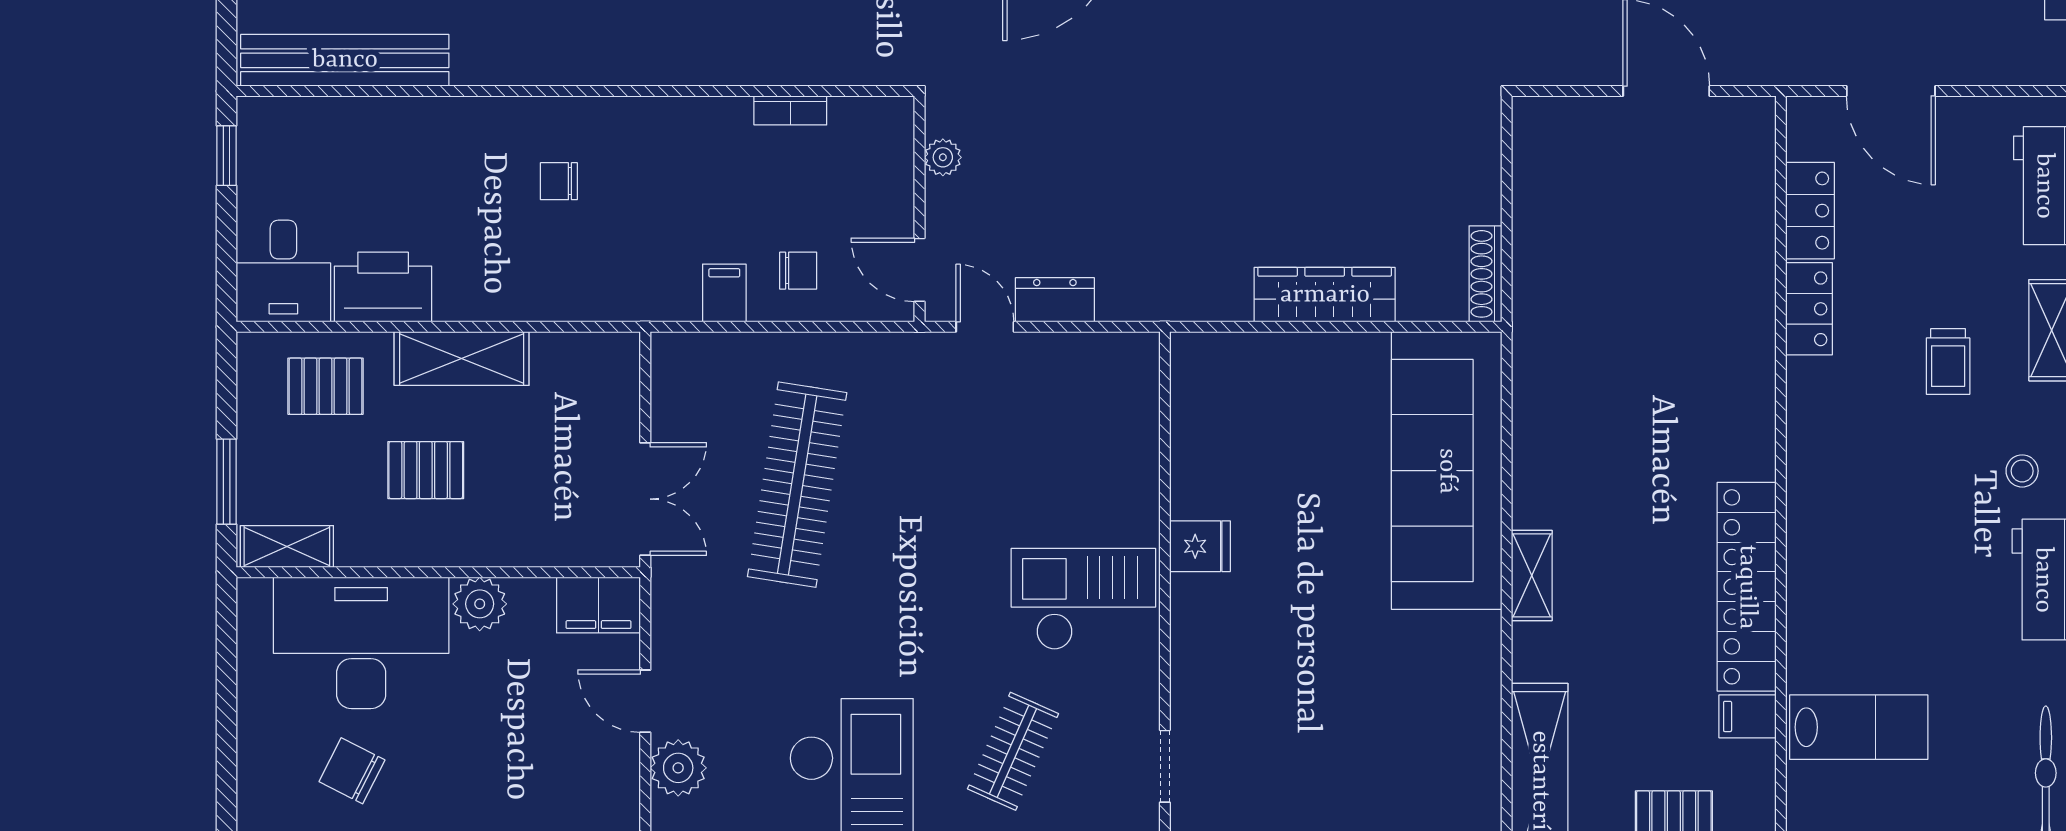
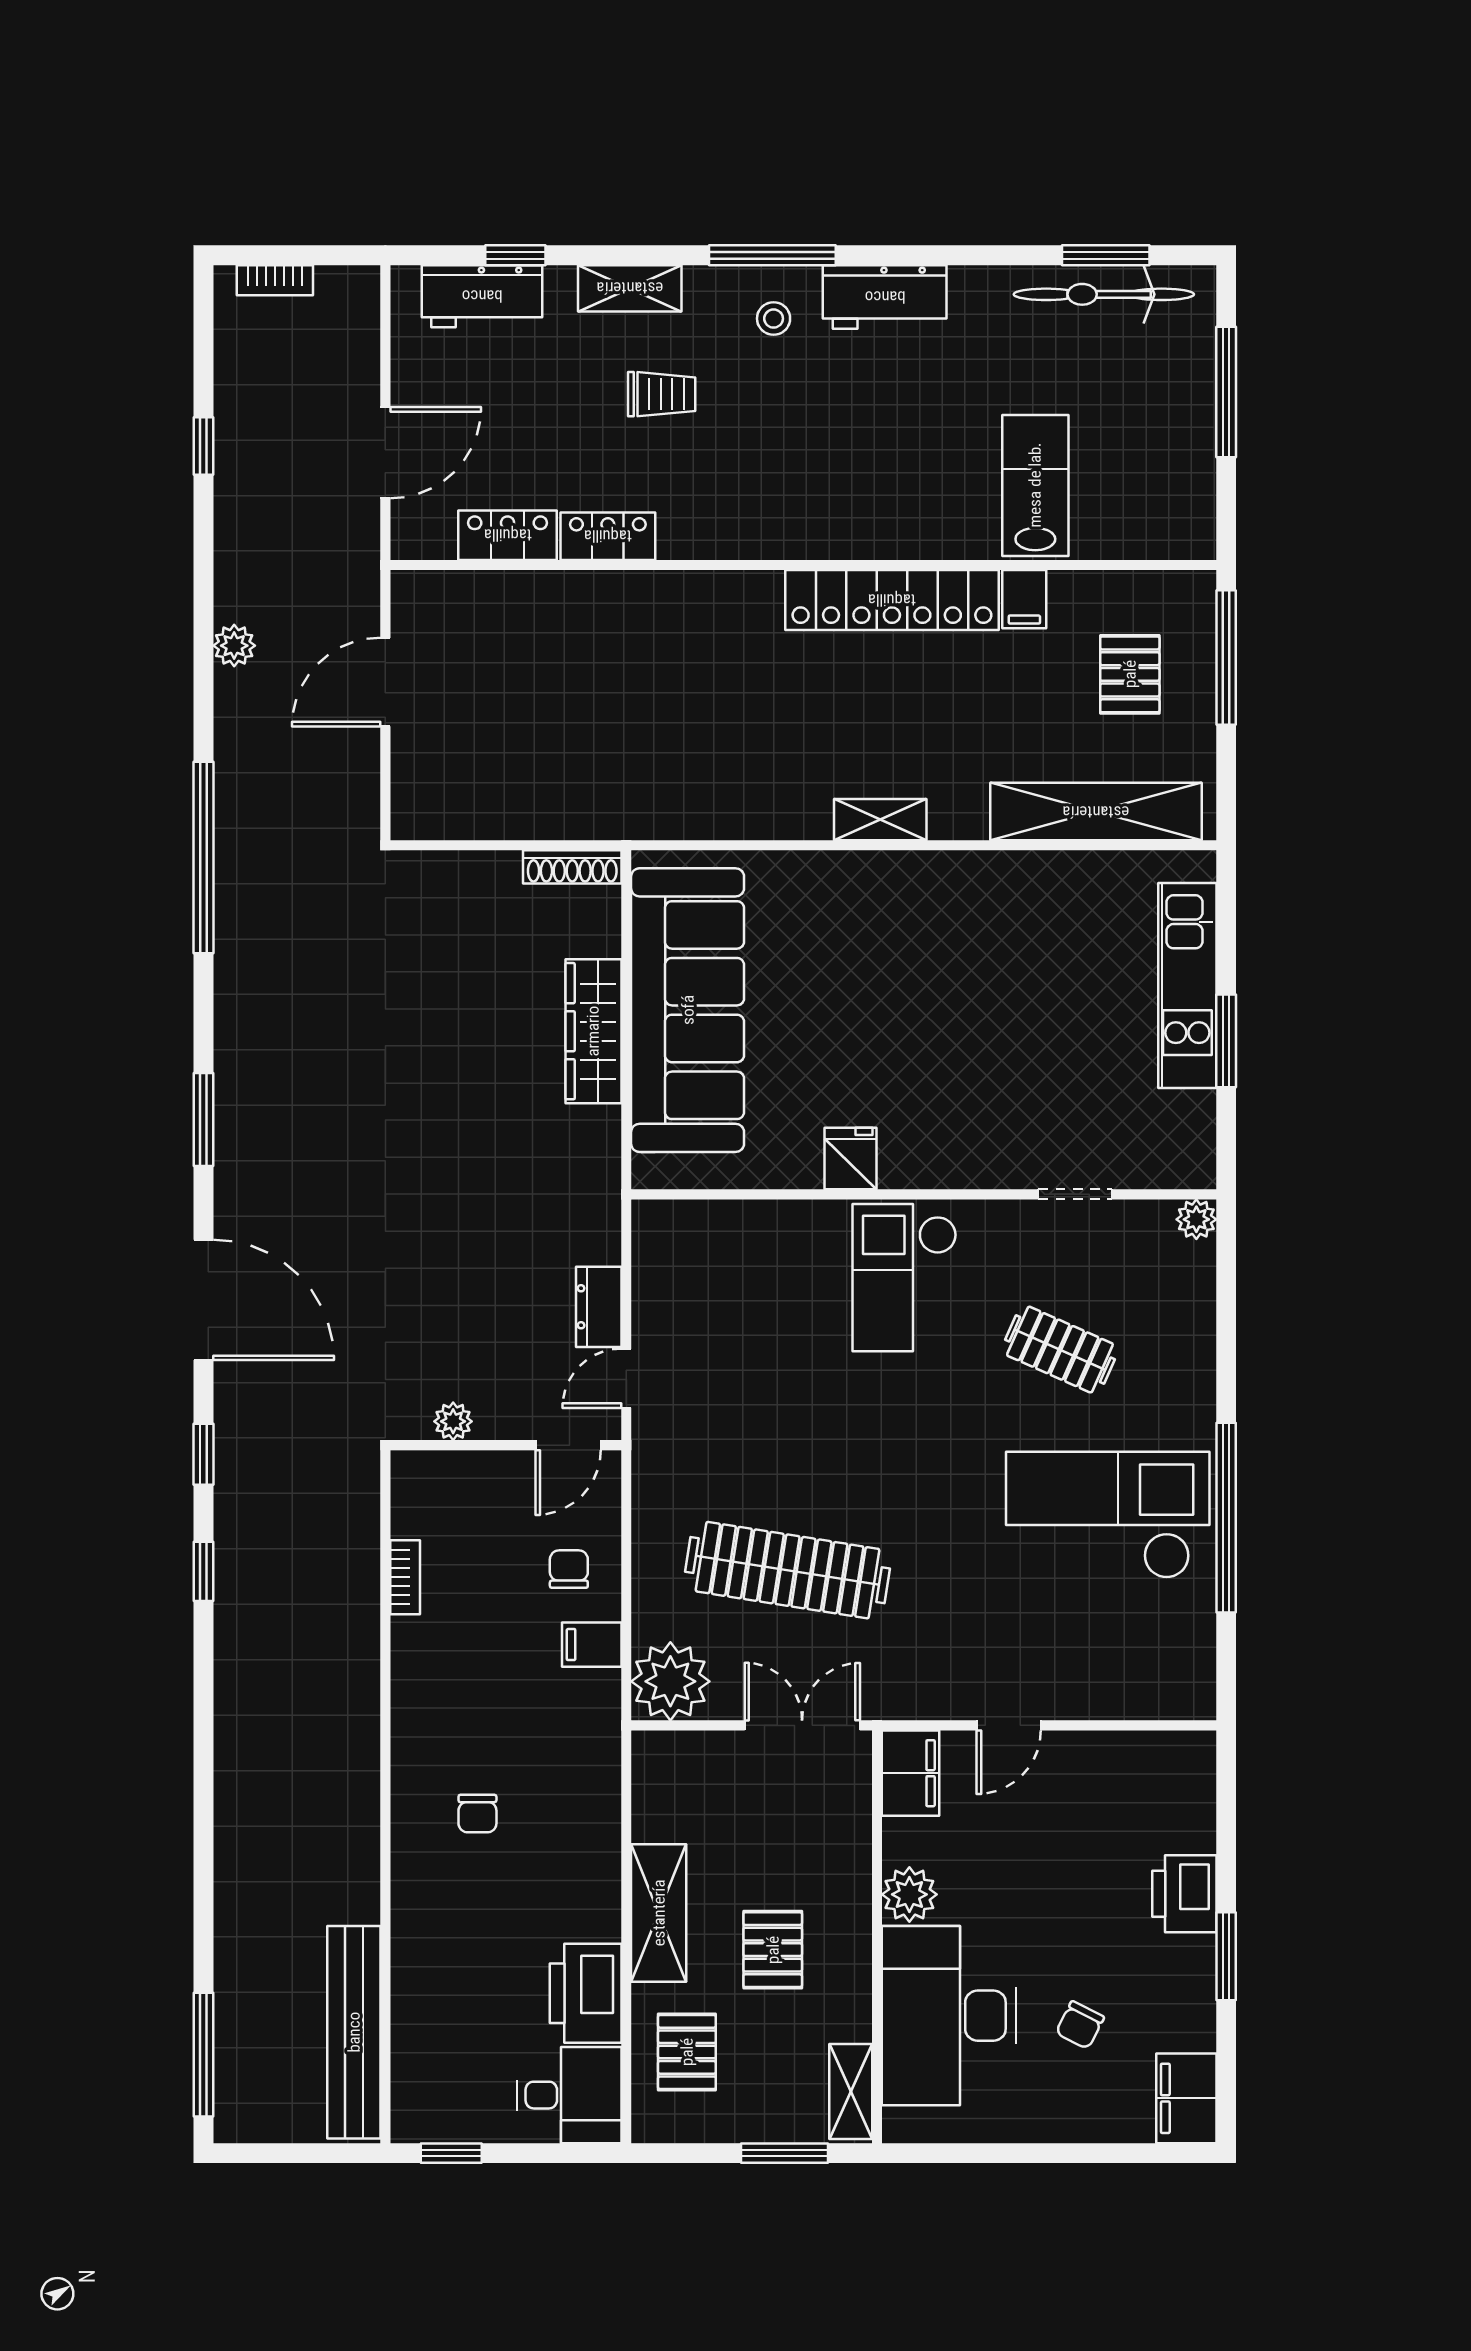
sofa: (1447, 471) -> (688, 1010), moved, turned -90
plant: (678, 768) -> (670, 1681), moved, width x1.36, depth x1.36
chair: (352, 771) -> (1080, 2025), width x0.73, depth x0.73

